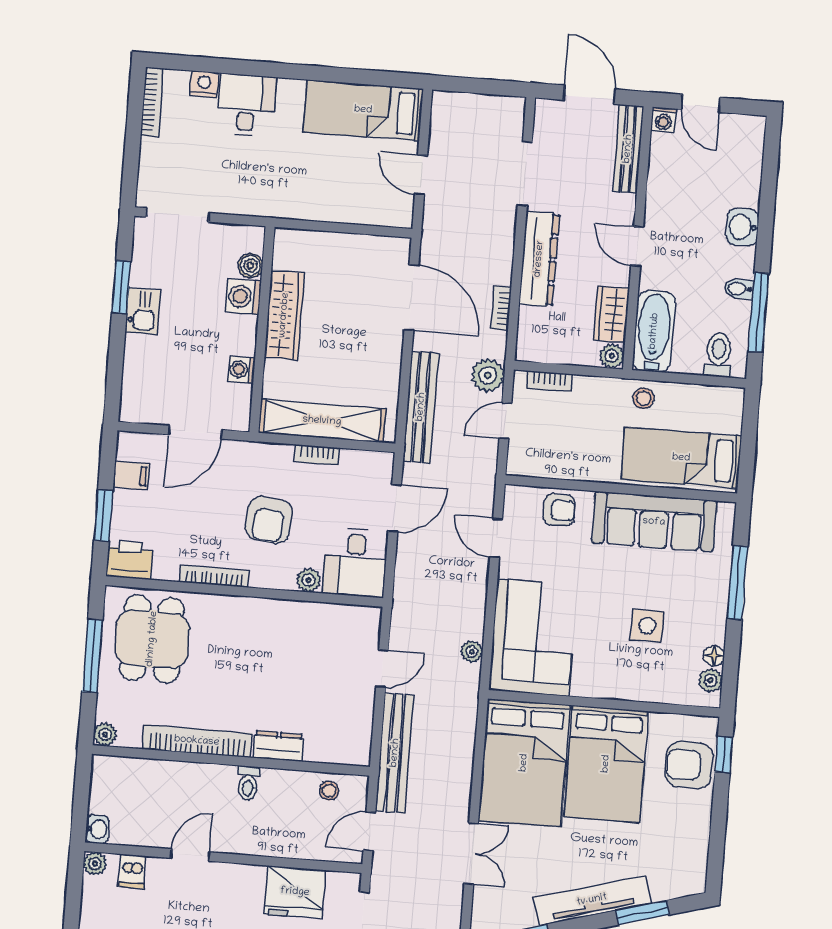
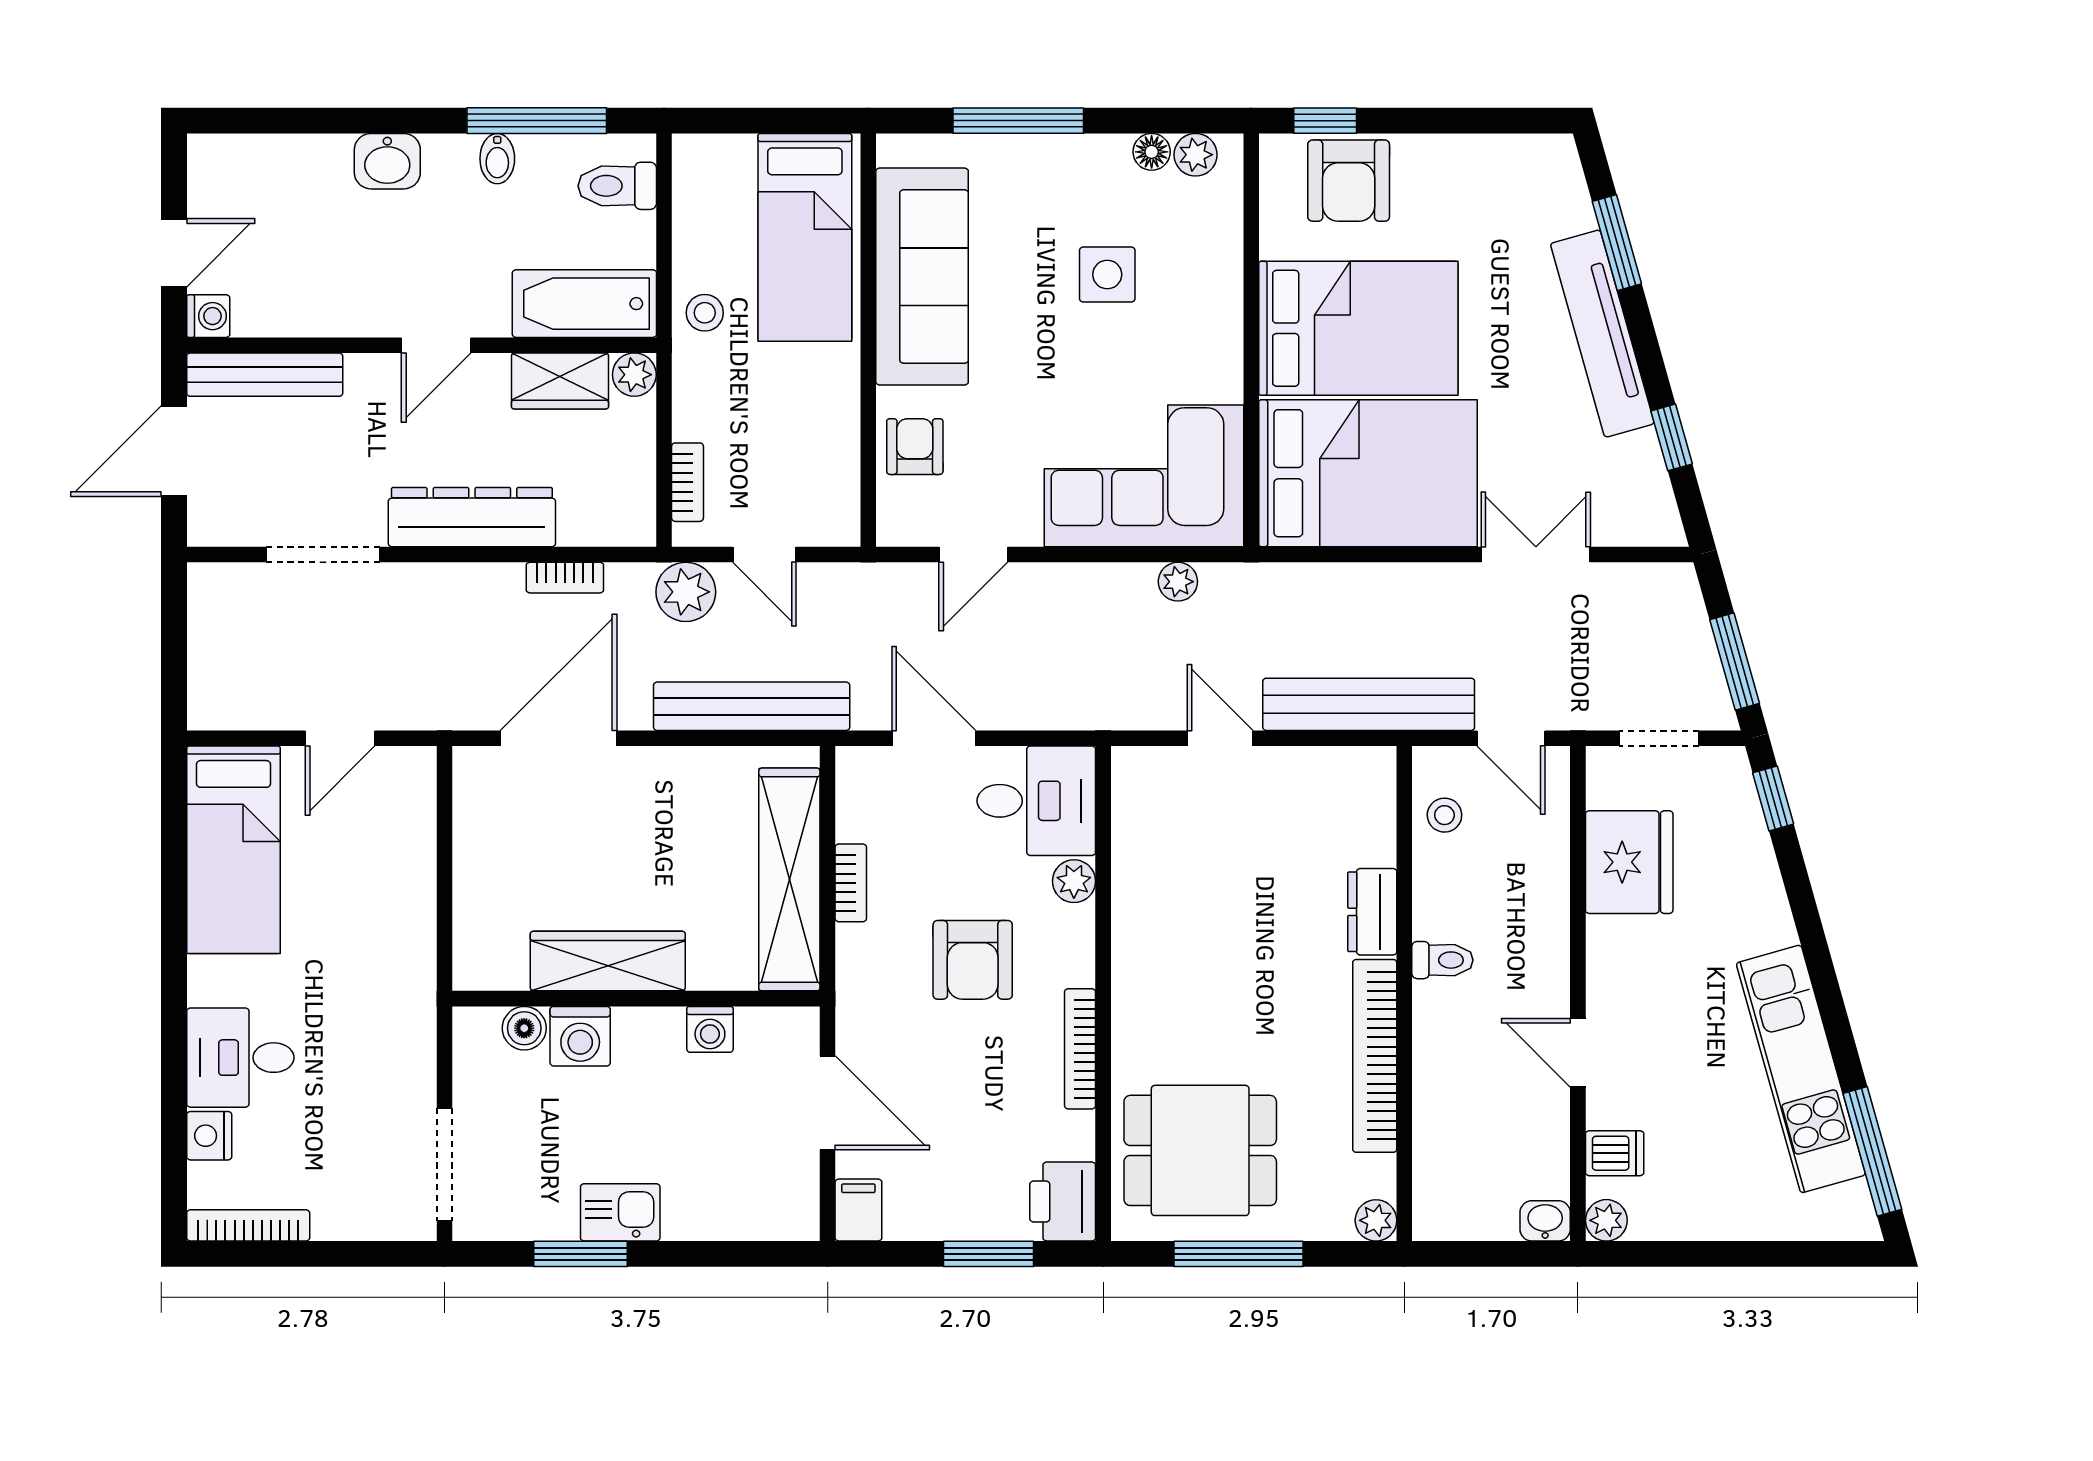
filing cabinet: (131, 475) -> (858, 1210), moved
armchair: (269, 520) -> (973, 960), turned 84

